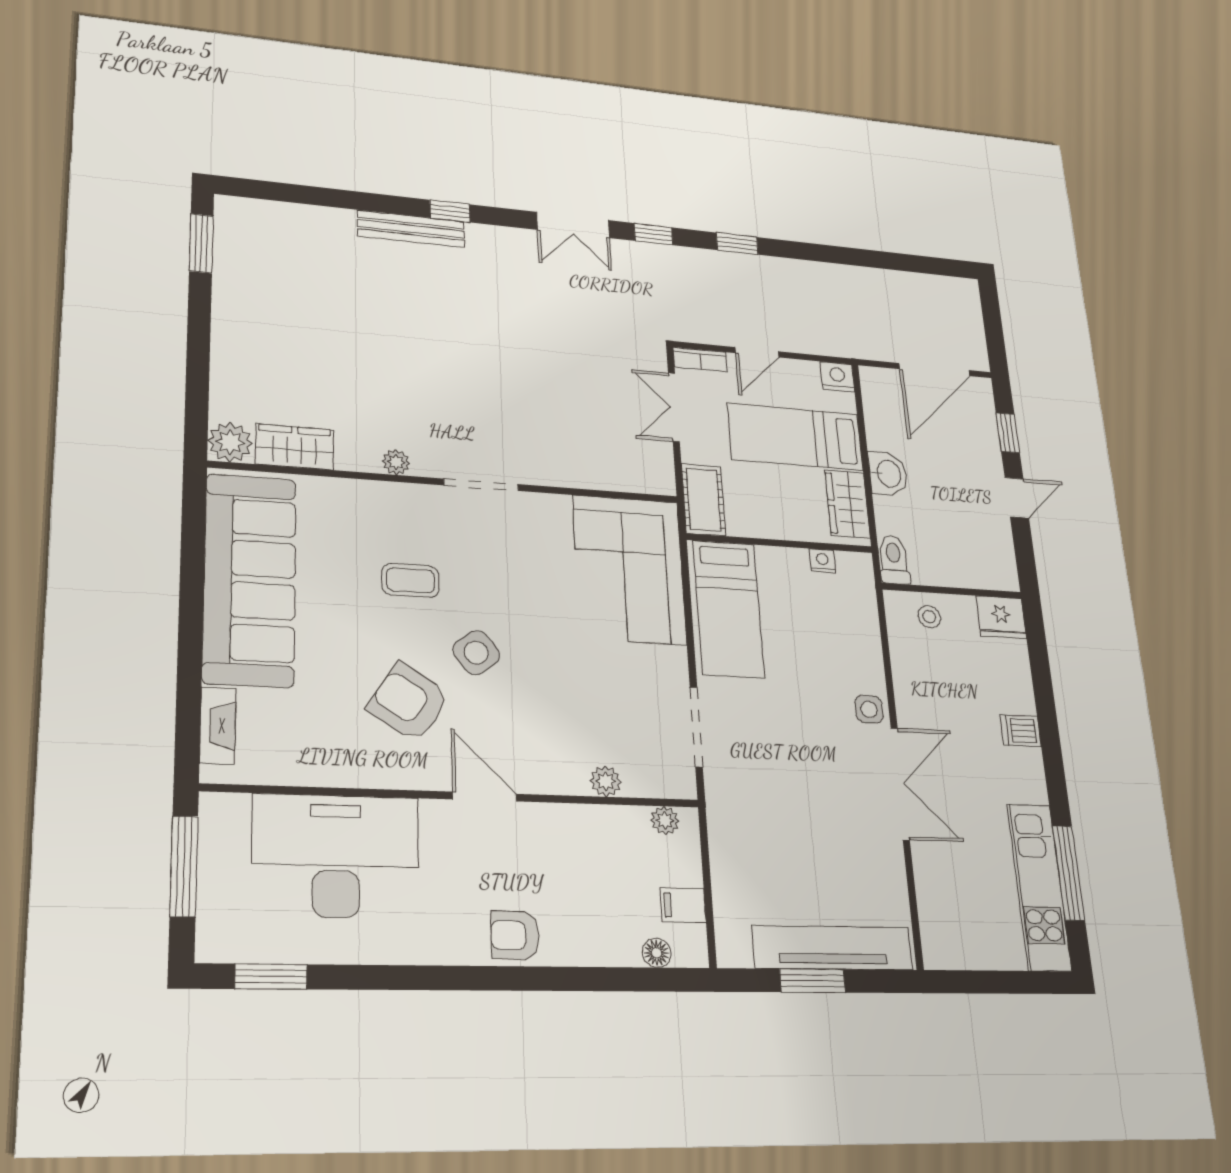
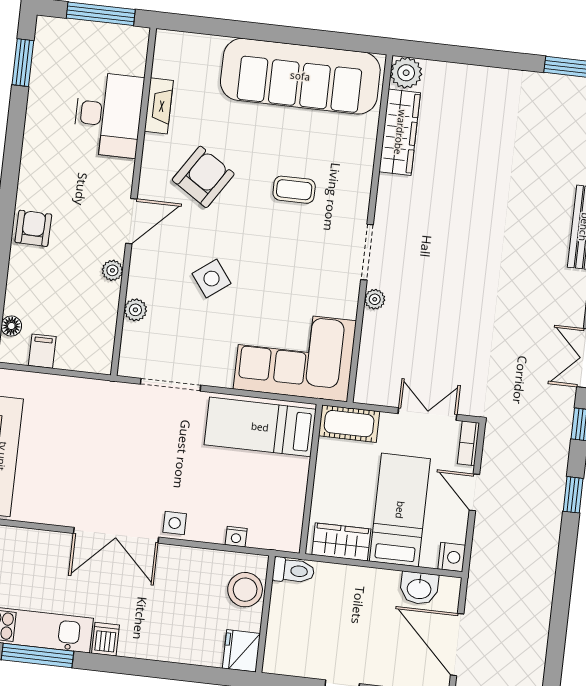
wardrobe: (295, 447) -> (400, 132), width x1.50
plant: (396, 462) -> (375, 299), moved
washbasin: (888, 474) -> (419, 588), moved
nightstand: (823, 561) -> (236, 537), moved, turned 90
coffee table: (410, 580) -> (294, 190), turned 90
stool: (929, 617) -> (245, 590), width x1.89, depth x1.89
side table: (476, 653) -> (212, 279), moved
fireplace: (218, 726) -> (159, 106), moved, turned -90
dishwasher: (1021, 731) -> (105, 639), moved
plant: (665, 821) -> (112, 270), moved
desk: (336, 856) -> (108, 115), width x0.73, depth x0.77

